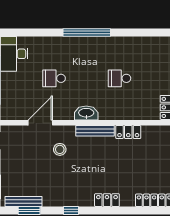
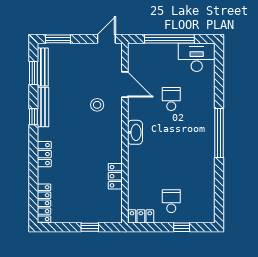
school desk: (119, 78) -> (171, 201), moved
bench: (95, 131) -> (43, 107), moved

